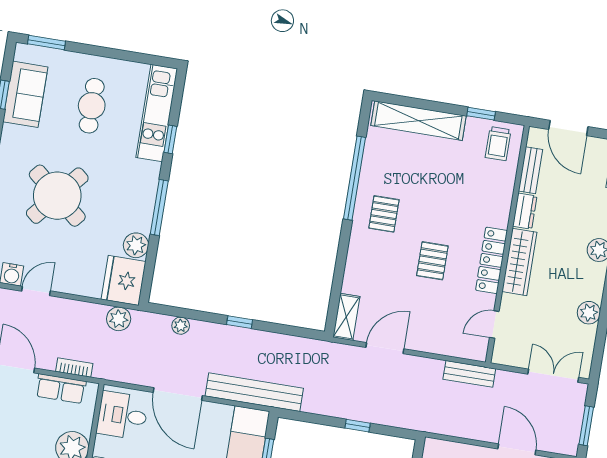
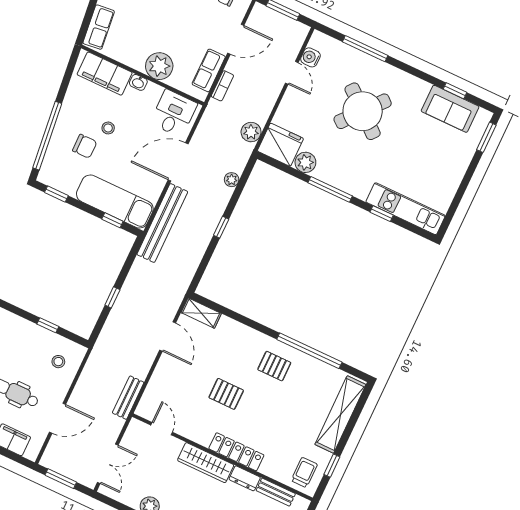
cafe table: (92, 106) -> (426, 159), removed
trolley: (498, 144) -> (304, 472), turned 90
locker: (492, 260) -> (236, 452), moved

